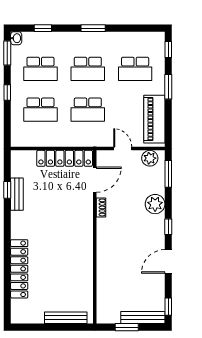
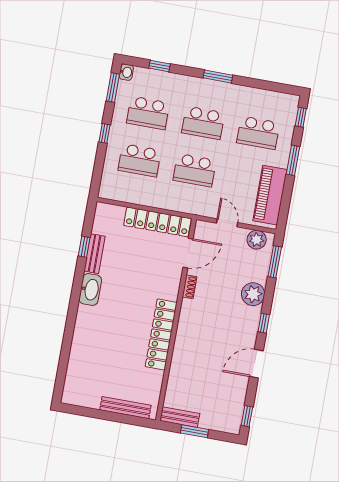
washbasin: (19, 225) -> (90, 289), added
locker: (19, 269) -> (161, 334), moved, turned 180
bench: (143, 317) -> (180, 417), moved, width x0.73

